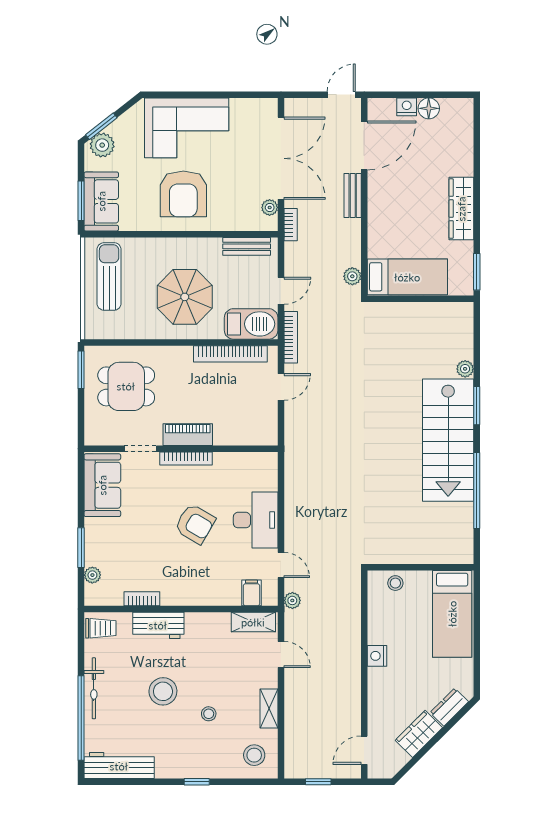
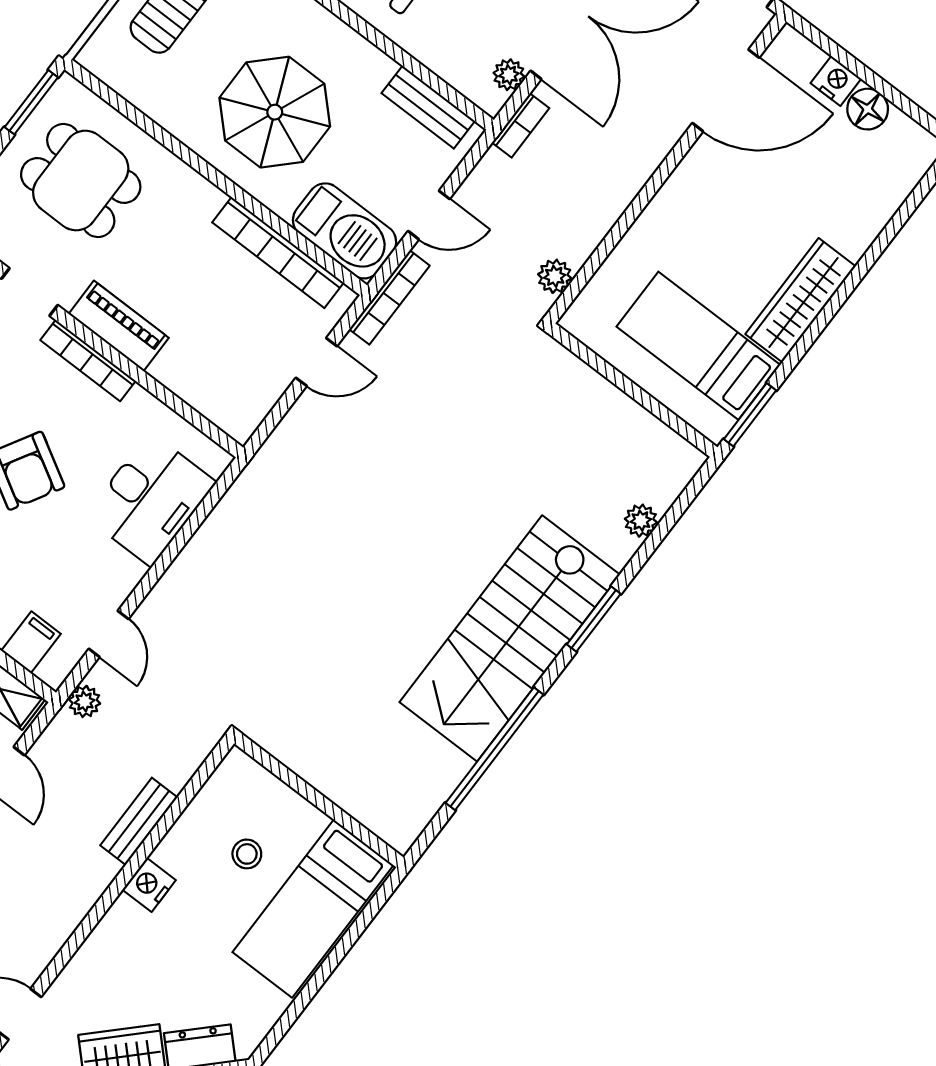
bench: (353, 195) -> (139, 821), moved
bed: (407, 277) -> (698, 346), moved, turned 180
plant: (465, 369) -> (641, 521), moved
desk: (256, 520) -> (150, 499), moved
stool: (395, 583) -> (247, 854), moved

